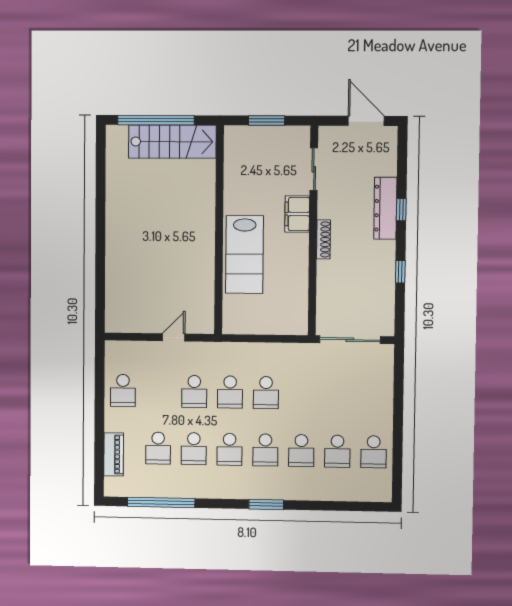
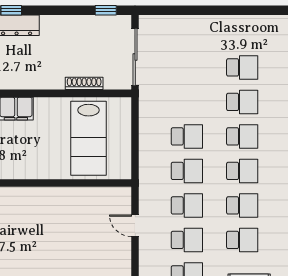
shoe rack: (323, 239) -> (84, 83), moved
lab bench: (244, 255) -> (89, 138), moved, turned 90
window: (400, 272) -> (106, 10), moved
school desk: (374, 452) -> (187, 240), moved

